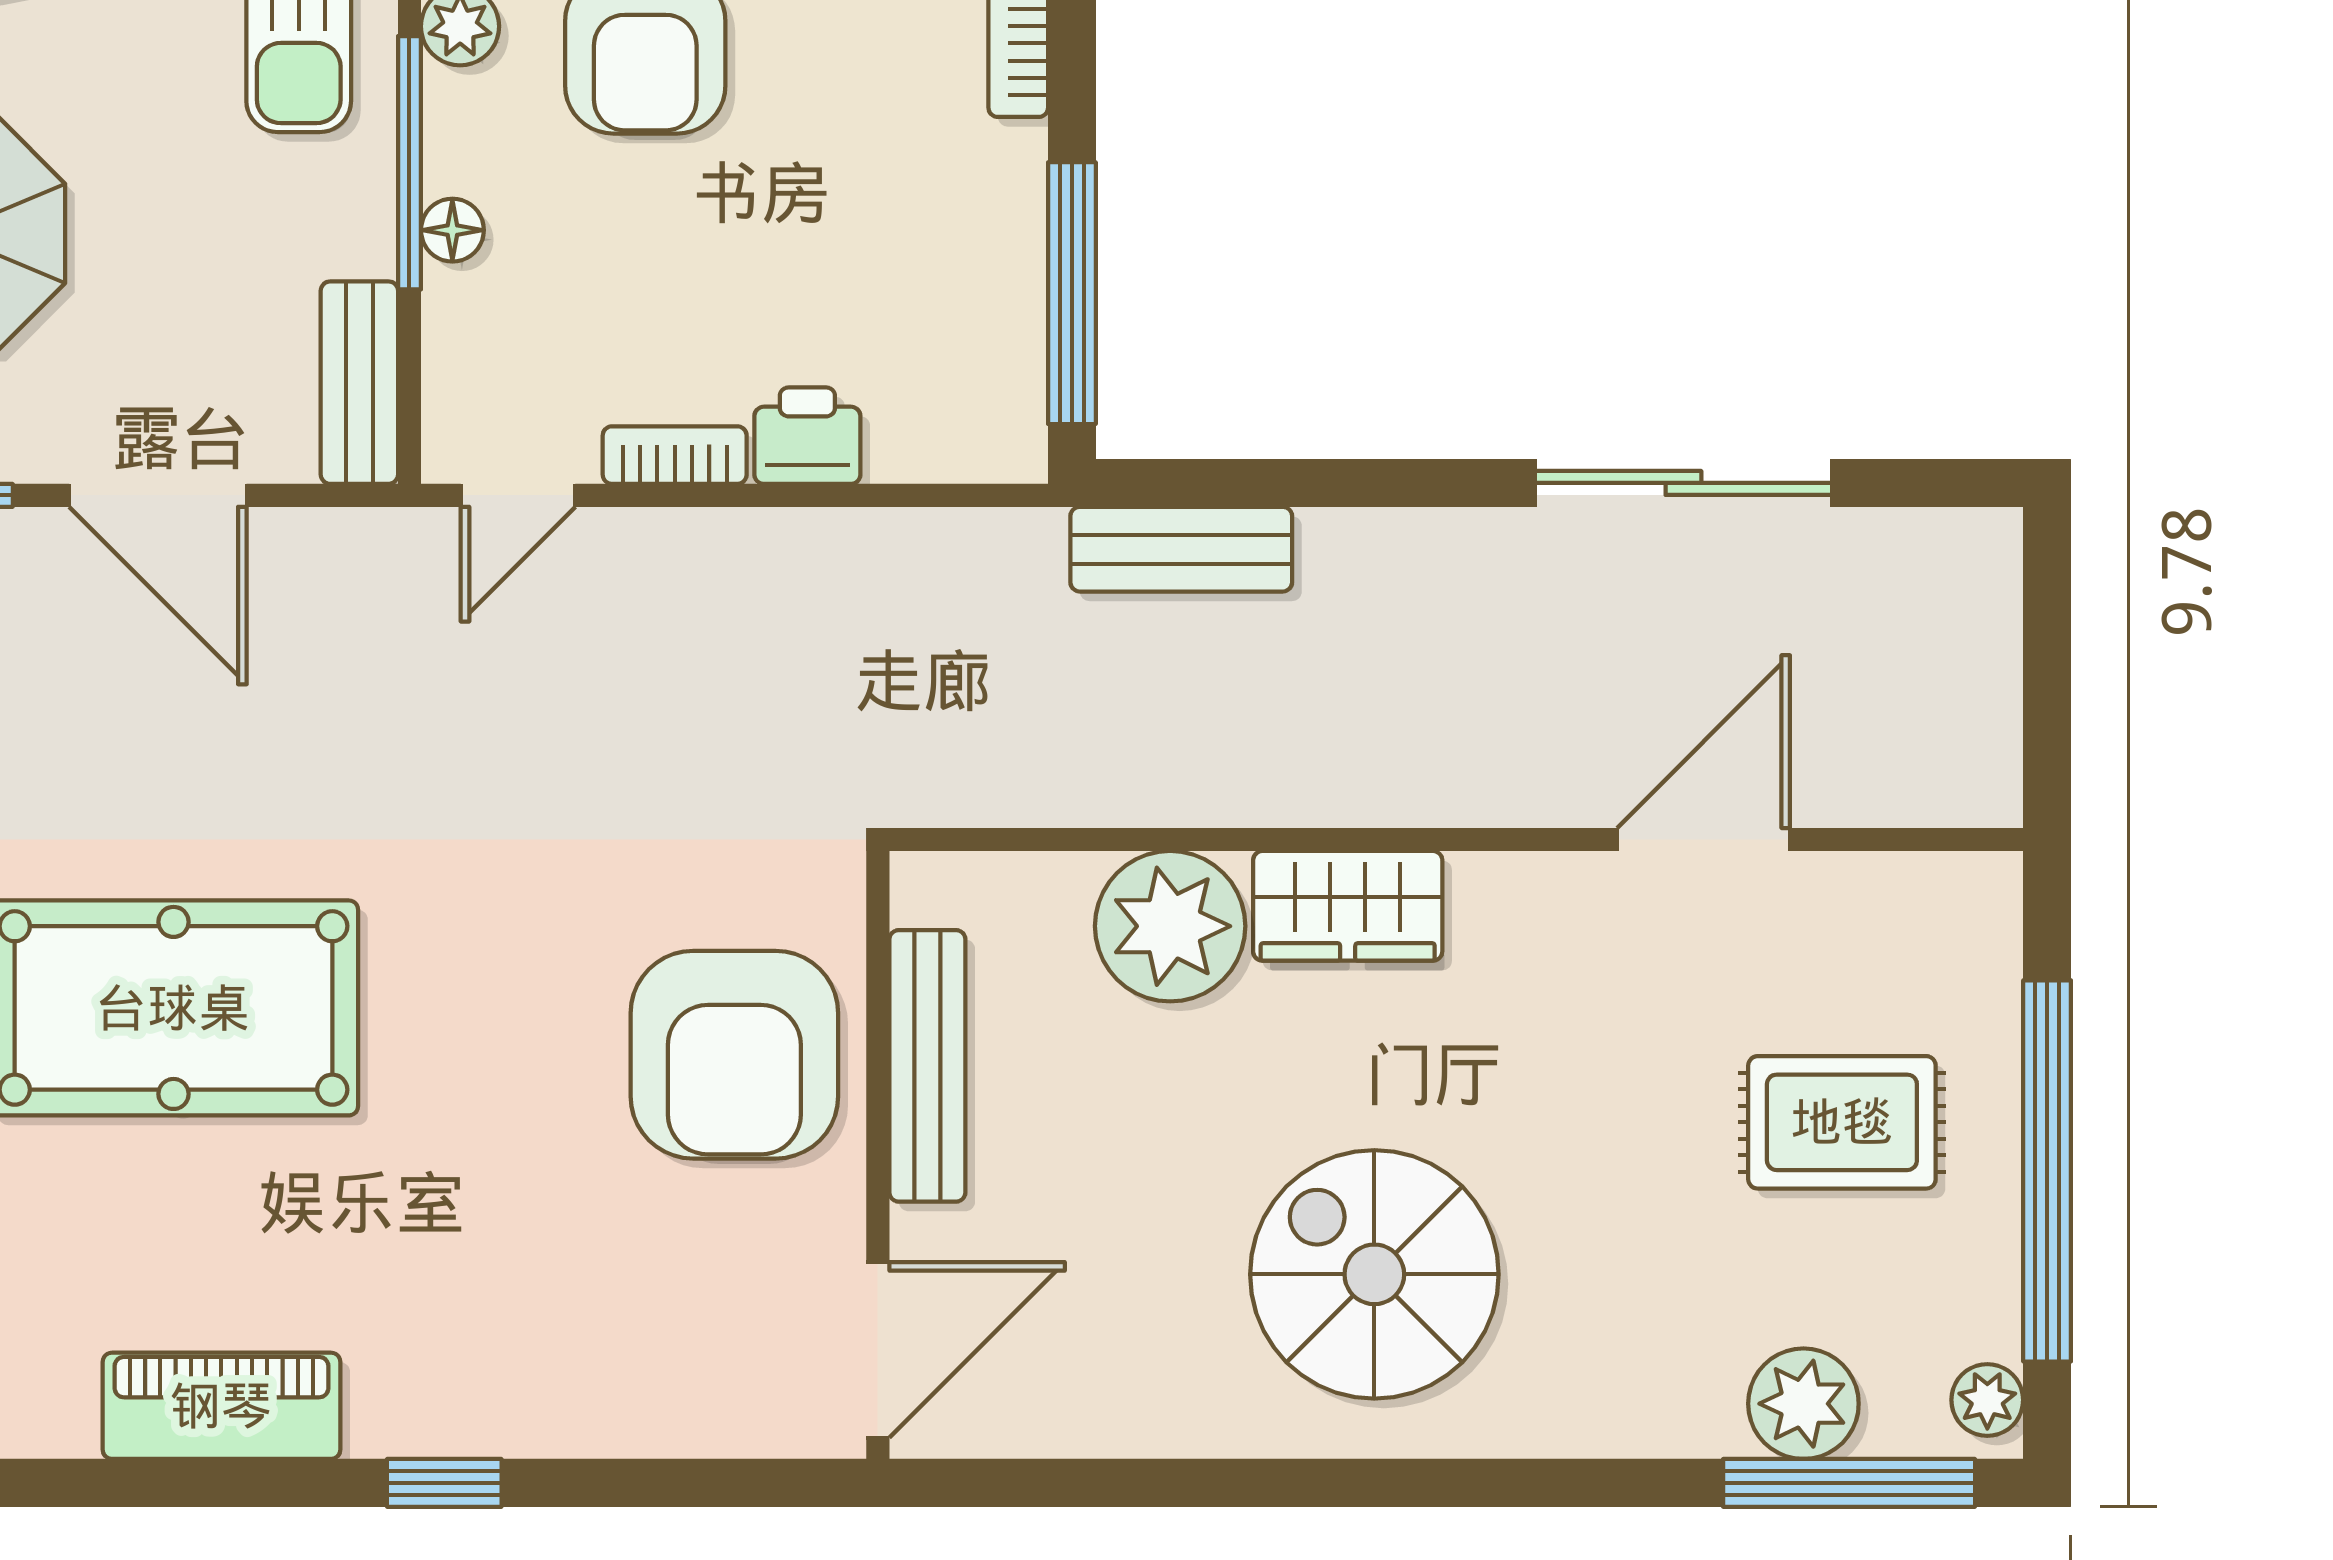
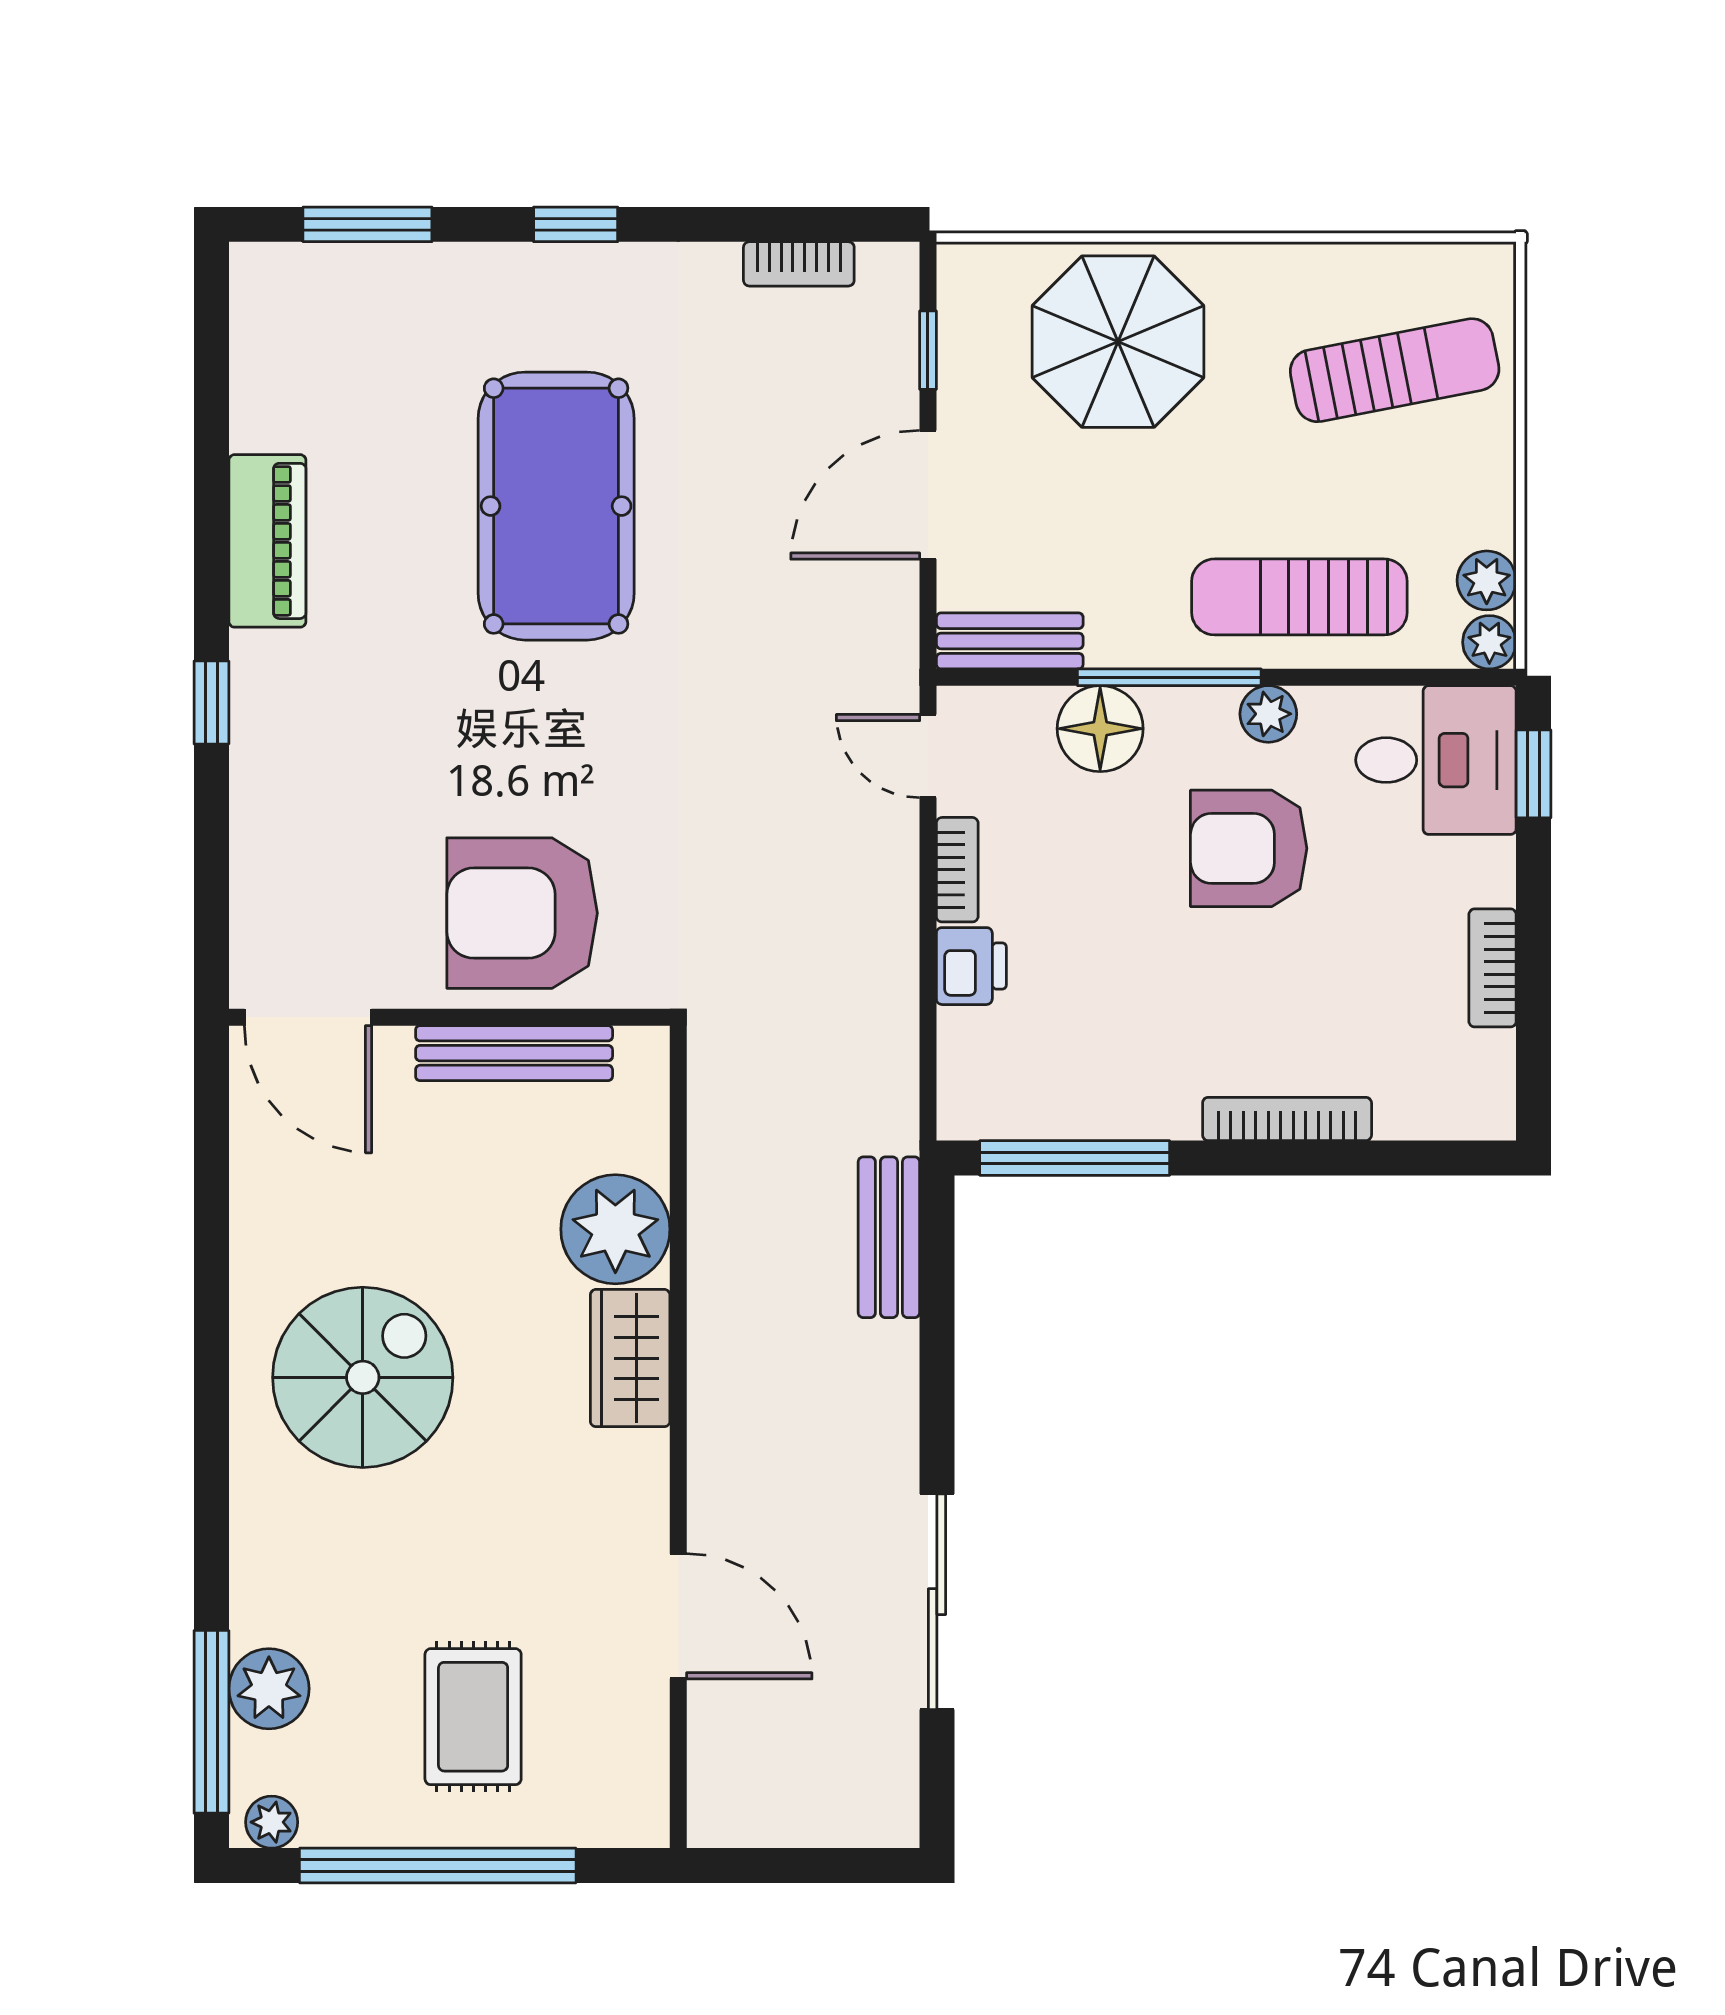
floor lamp: (452, 230) -> (1100, 729), width x1.89, depth x1.89

